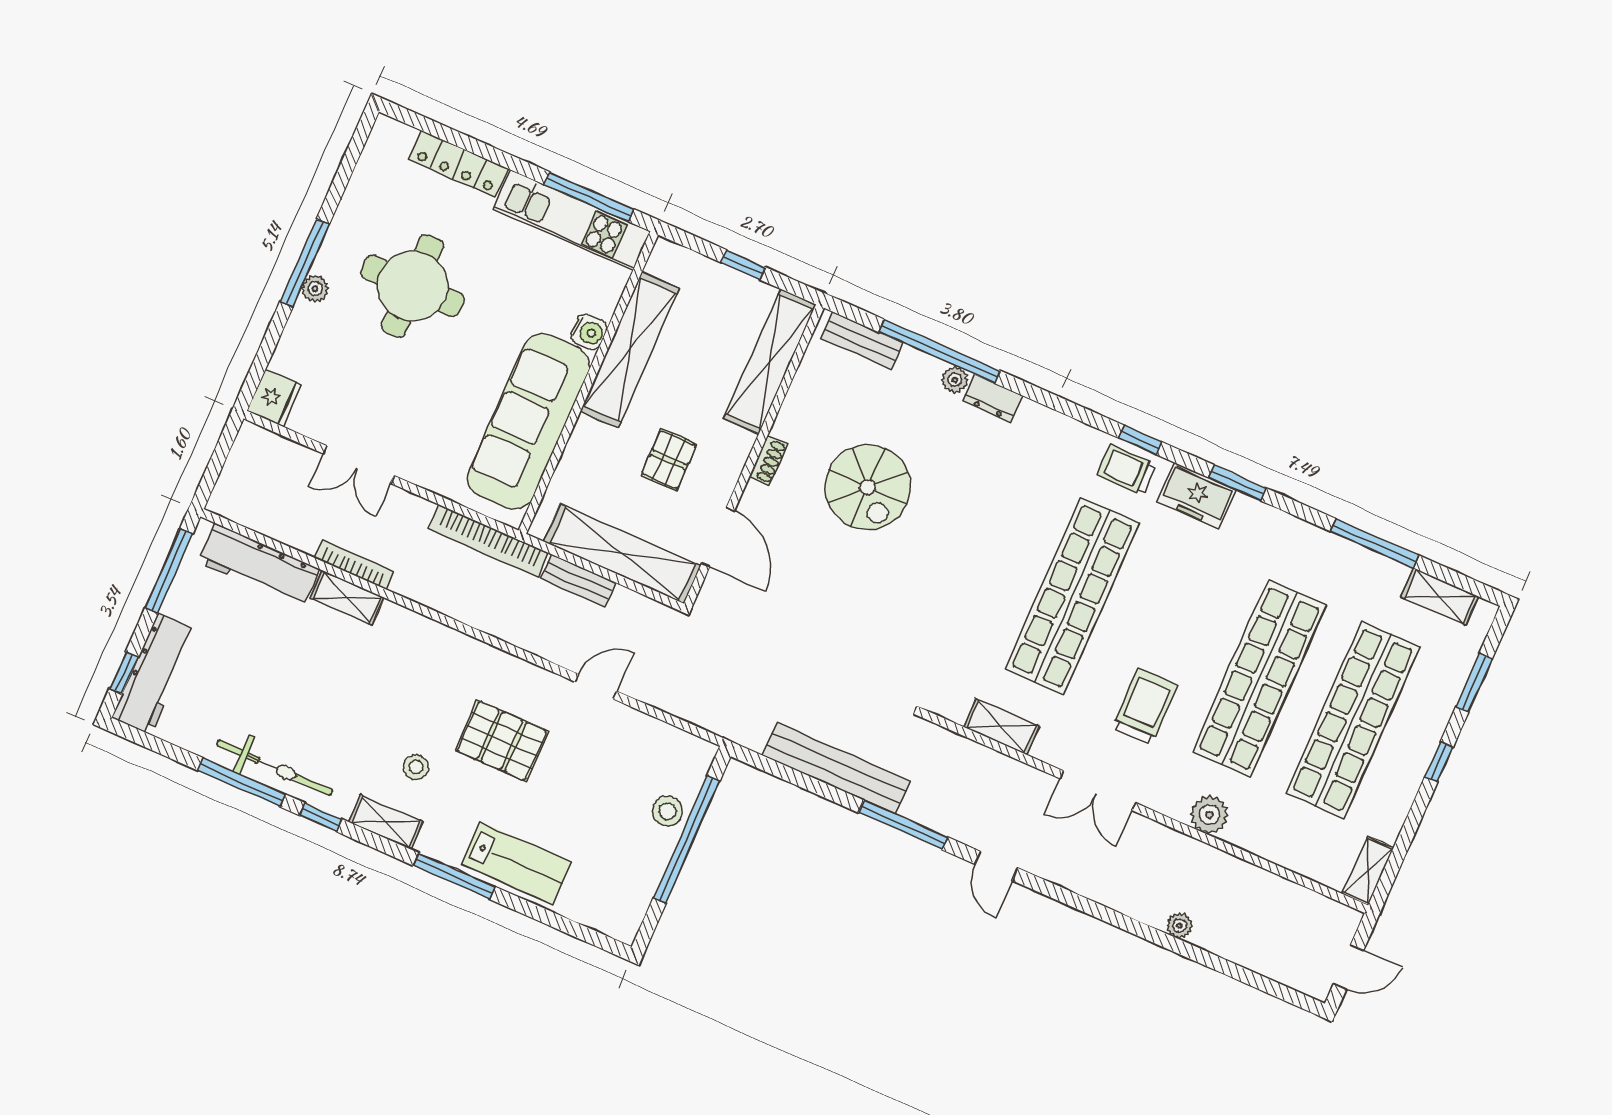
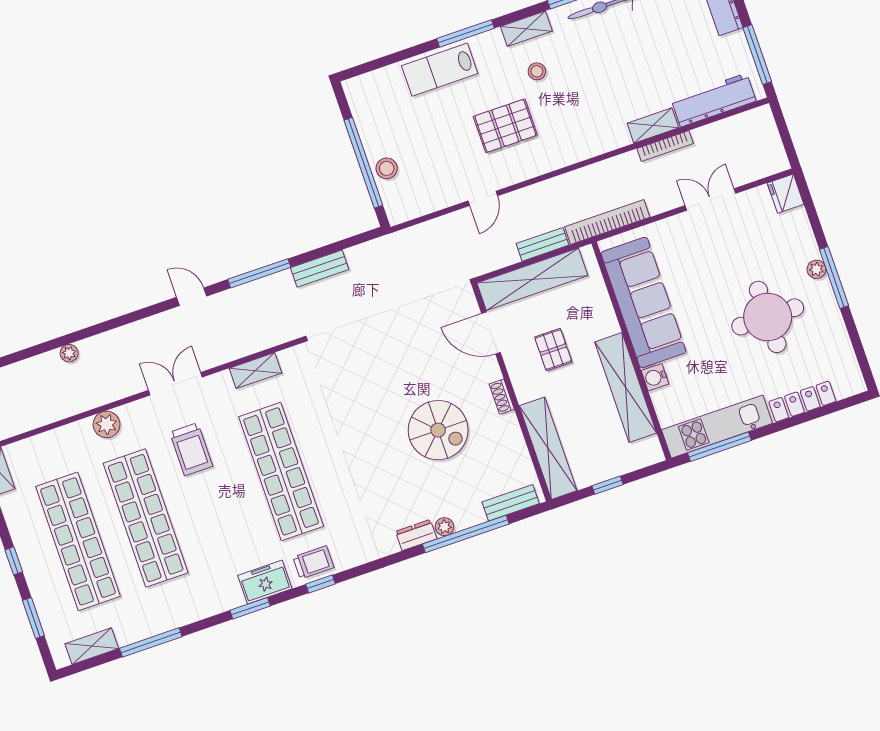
spiral stairs: (868, 487) -> (438, 430), turned 180
bench: (836, 768) -> (320, 269), width x0.54, depth x0.82

